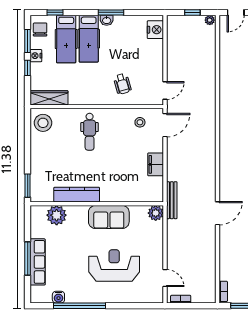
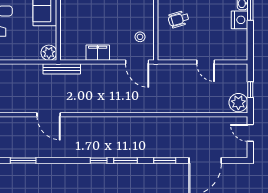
plant: (210, 20) -> (238, 103), width x1.88, depth x1.88
nightstand: (155, 30) -> (240, 20), moved, turned -90
door: (165, 91) -> (206, 62), moved

